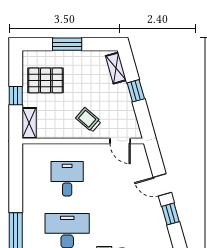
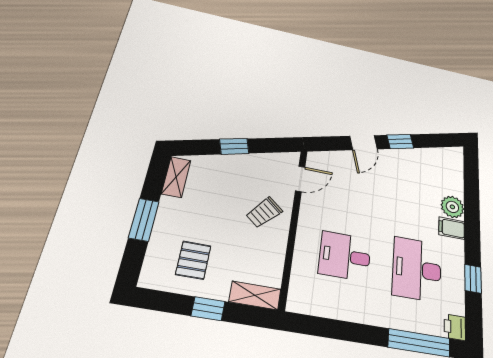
shelving: (116, 68) -> (176, 177), moved, turned -74
pallet: (46, 80) -> (193, 260), width x0.67, depth x0.71

